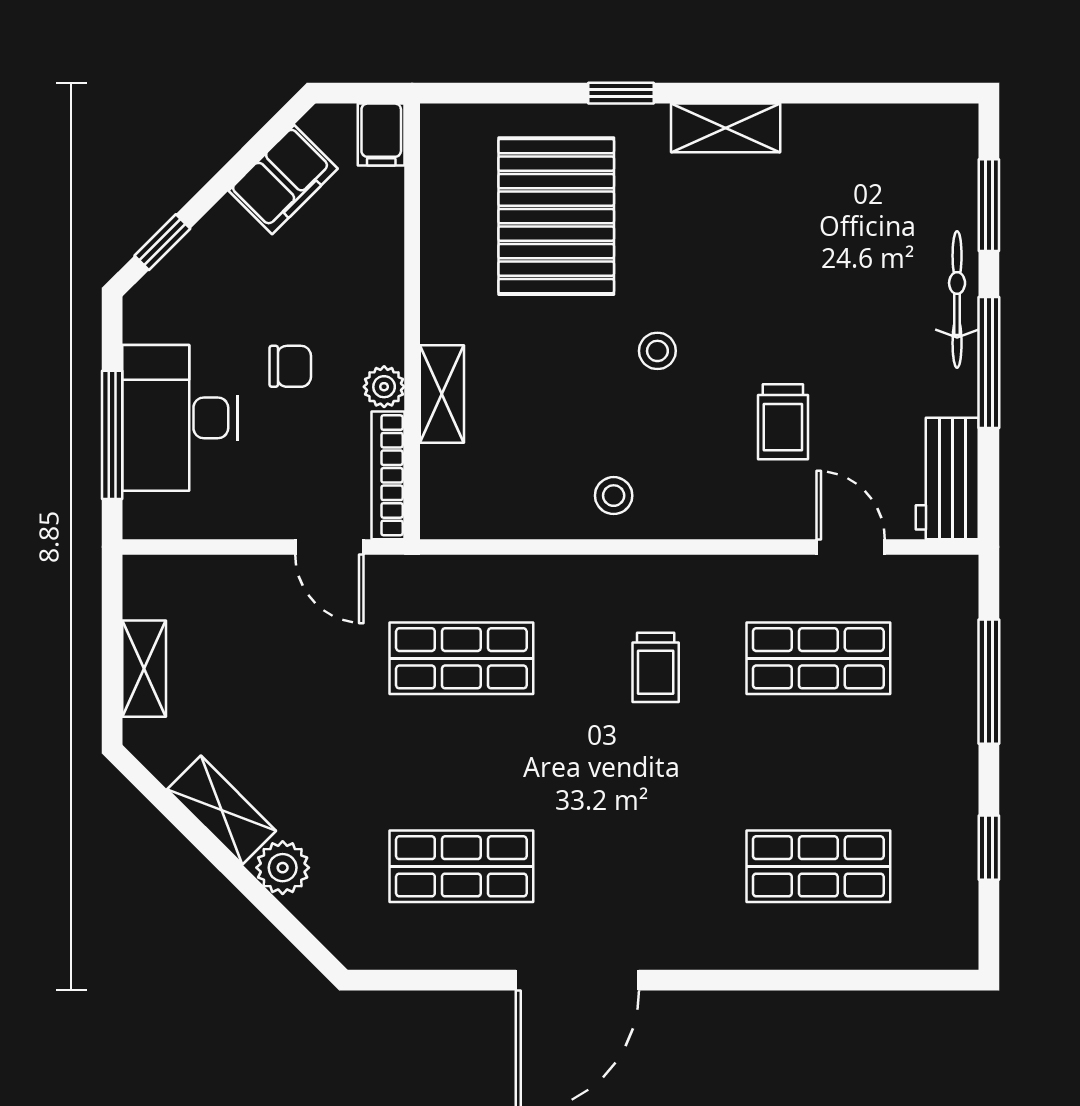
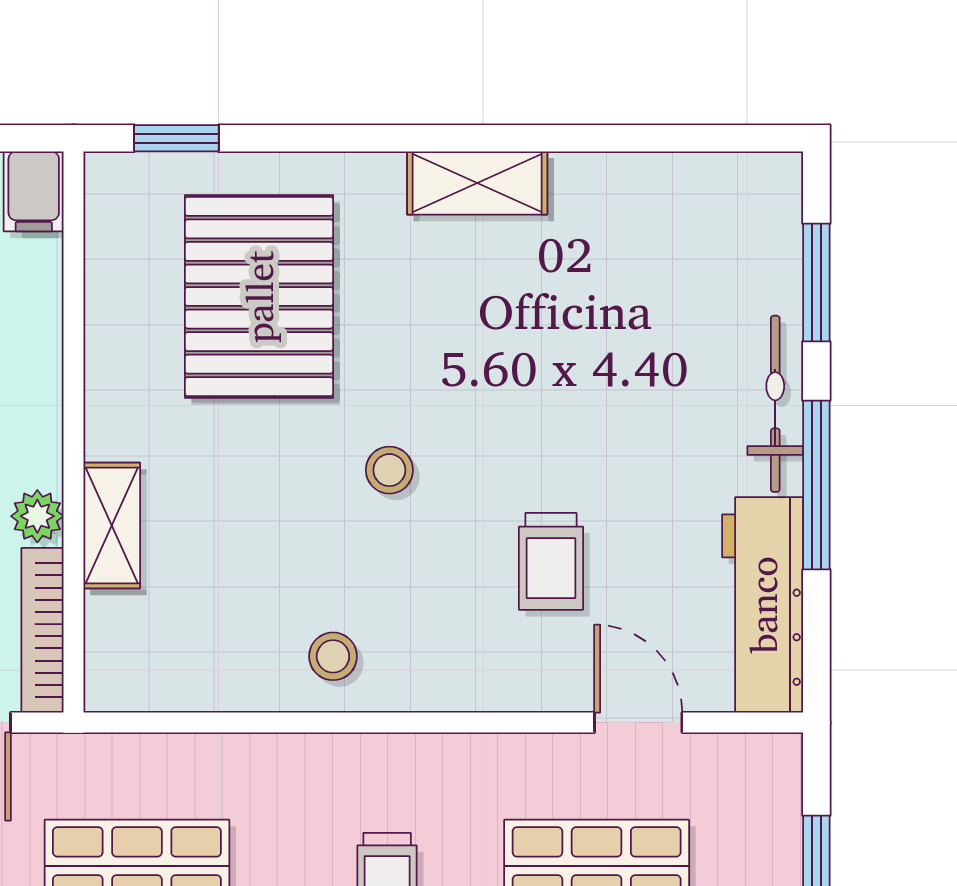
window: (621, 93) -> (176, 138), moved
workbench: (947, 478) -> (763, 605), width x1.38

